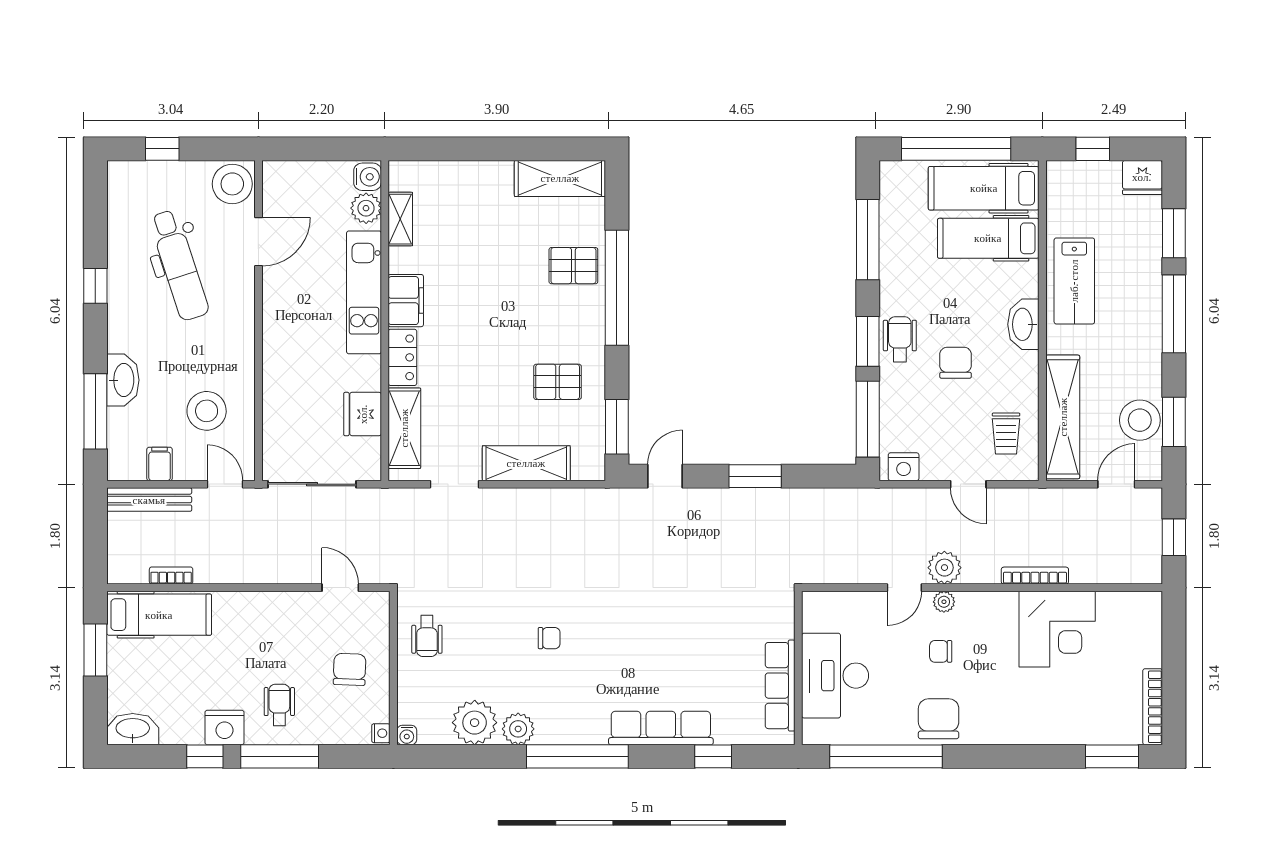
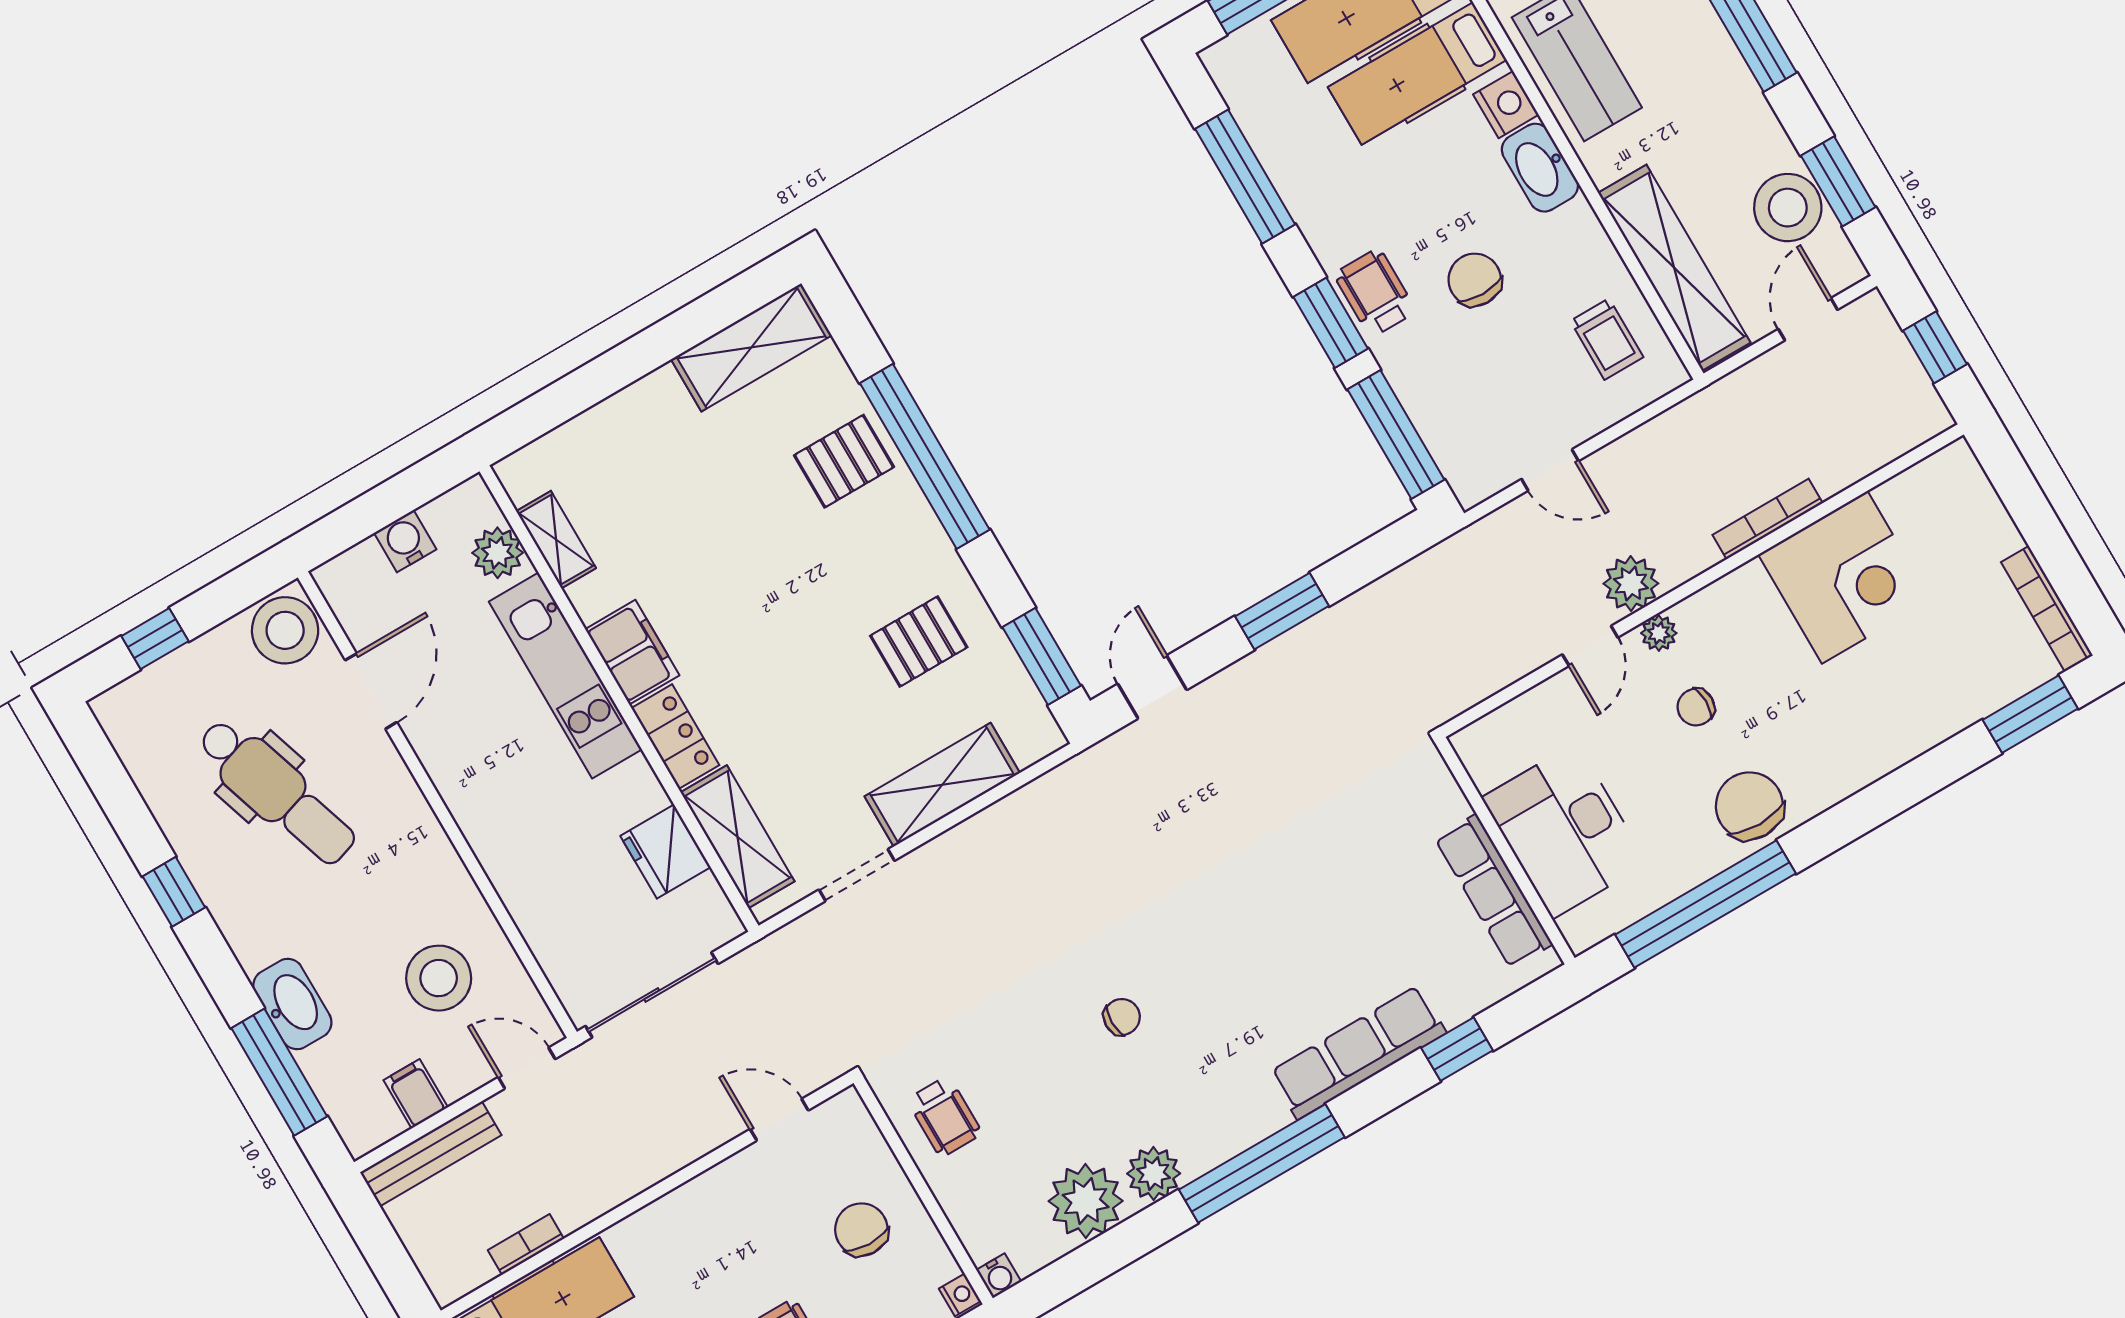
water cooler: (368, 177) -> (405, 541), moved, turned -90
nightstand: (904, 467) -> (1506, 105), moved, turned -90
door: (968, 484) -> (1550, 470), moved

